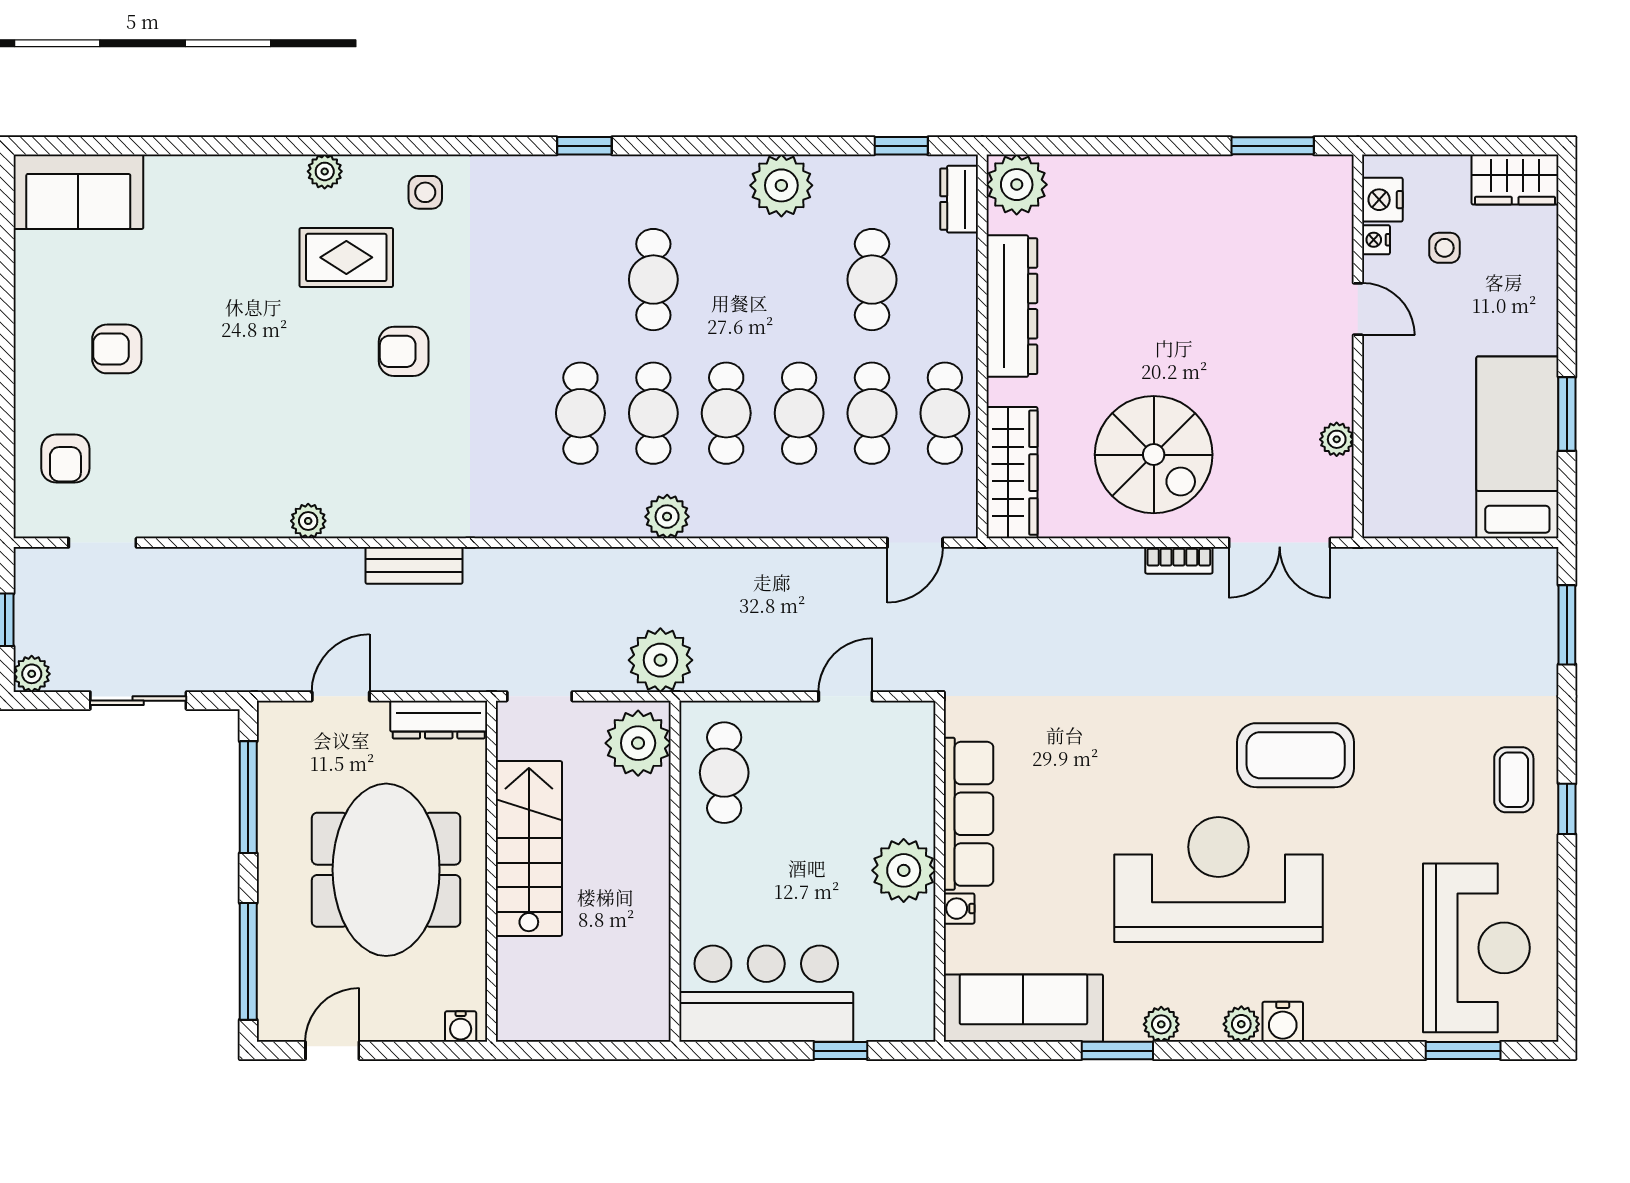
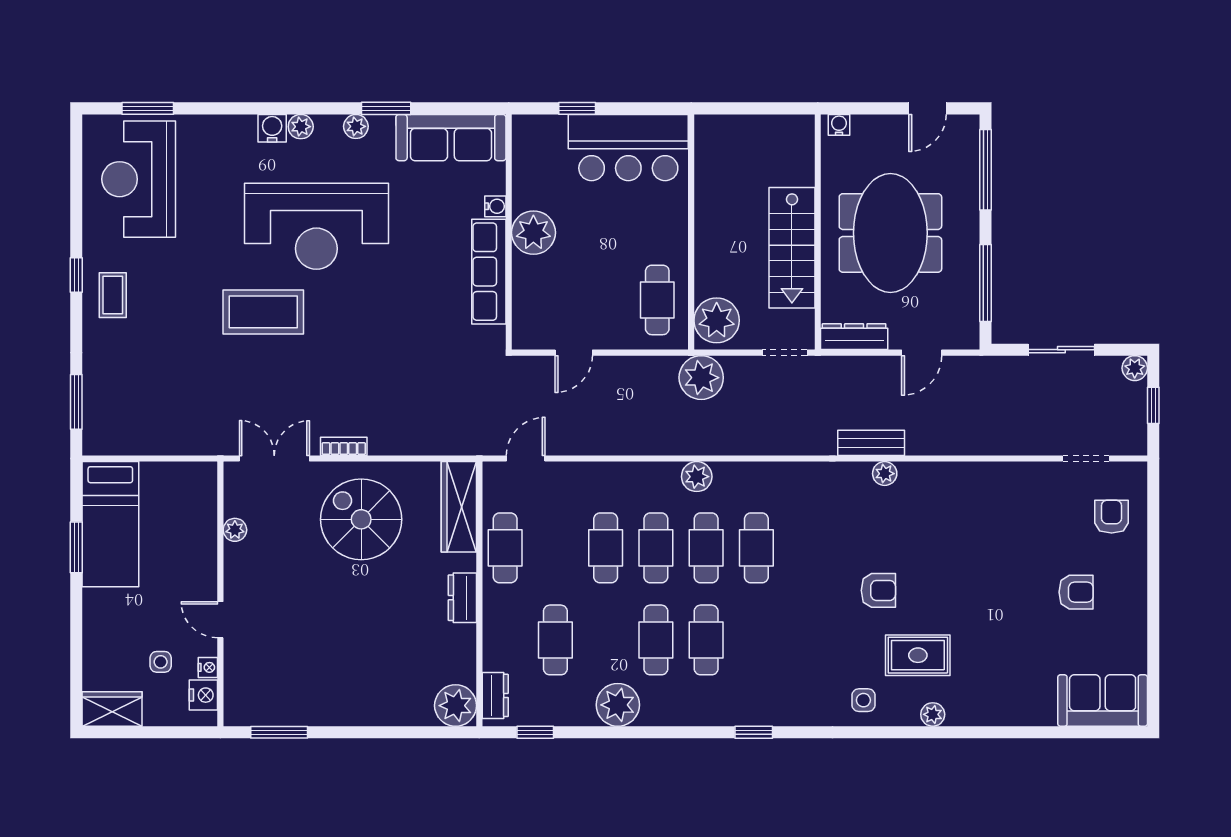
dresser: (1012, 306) -> (462, 598), width x0.51, depth x0.80
cafe table: (872, 413) -> (656, 640), moved
plant: (308, 521) -> (885, 474), moved

